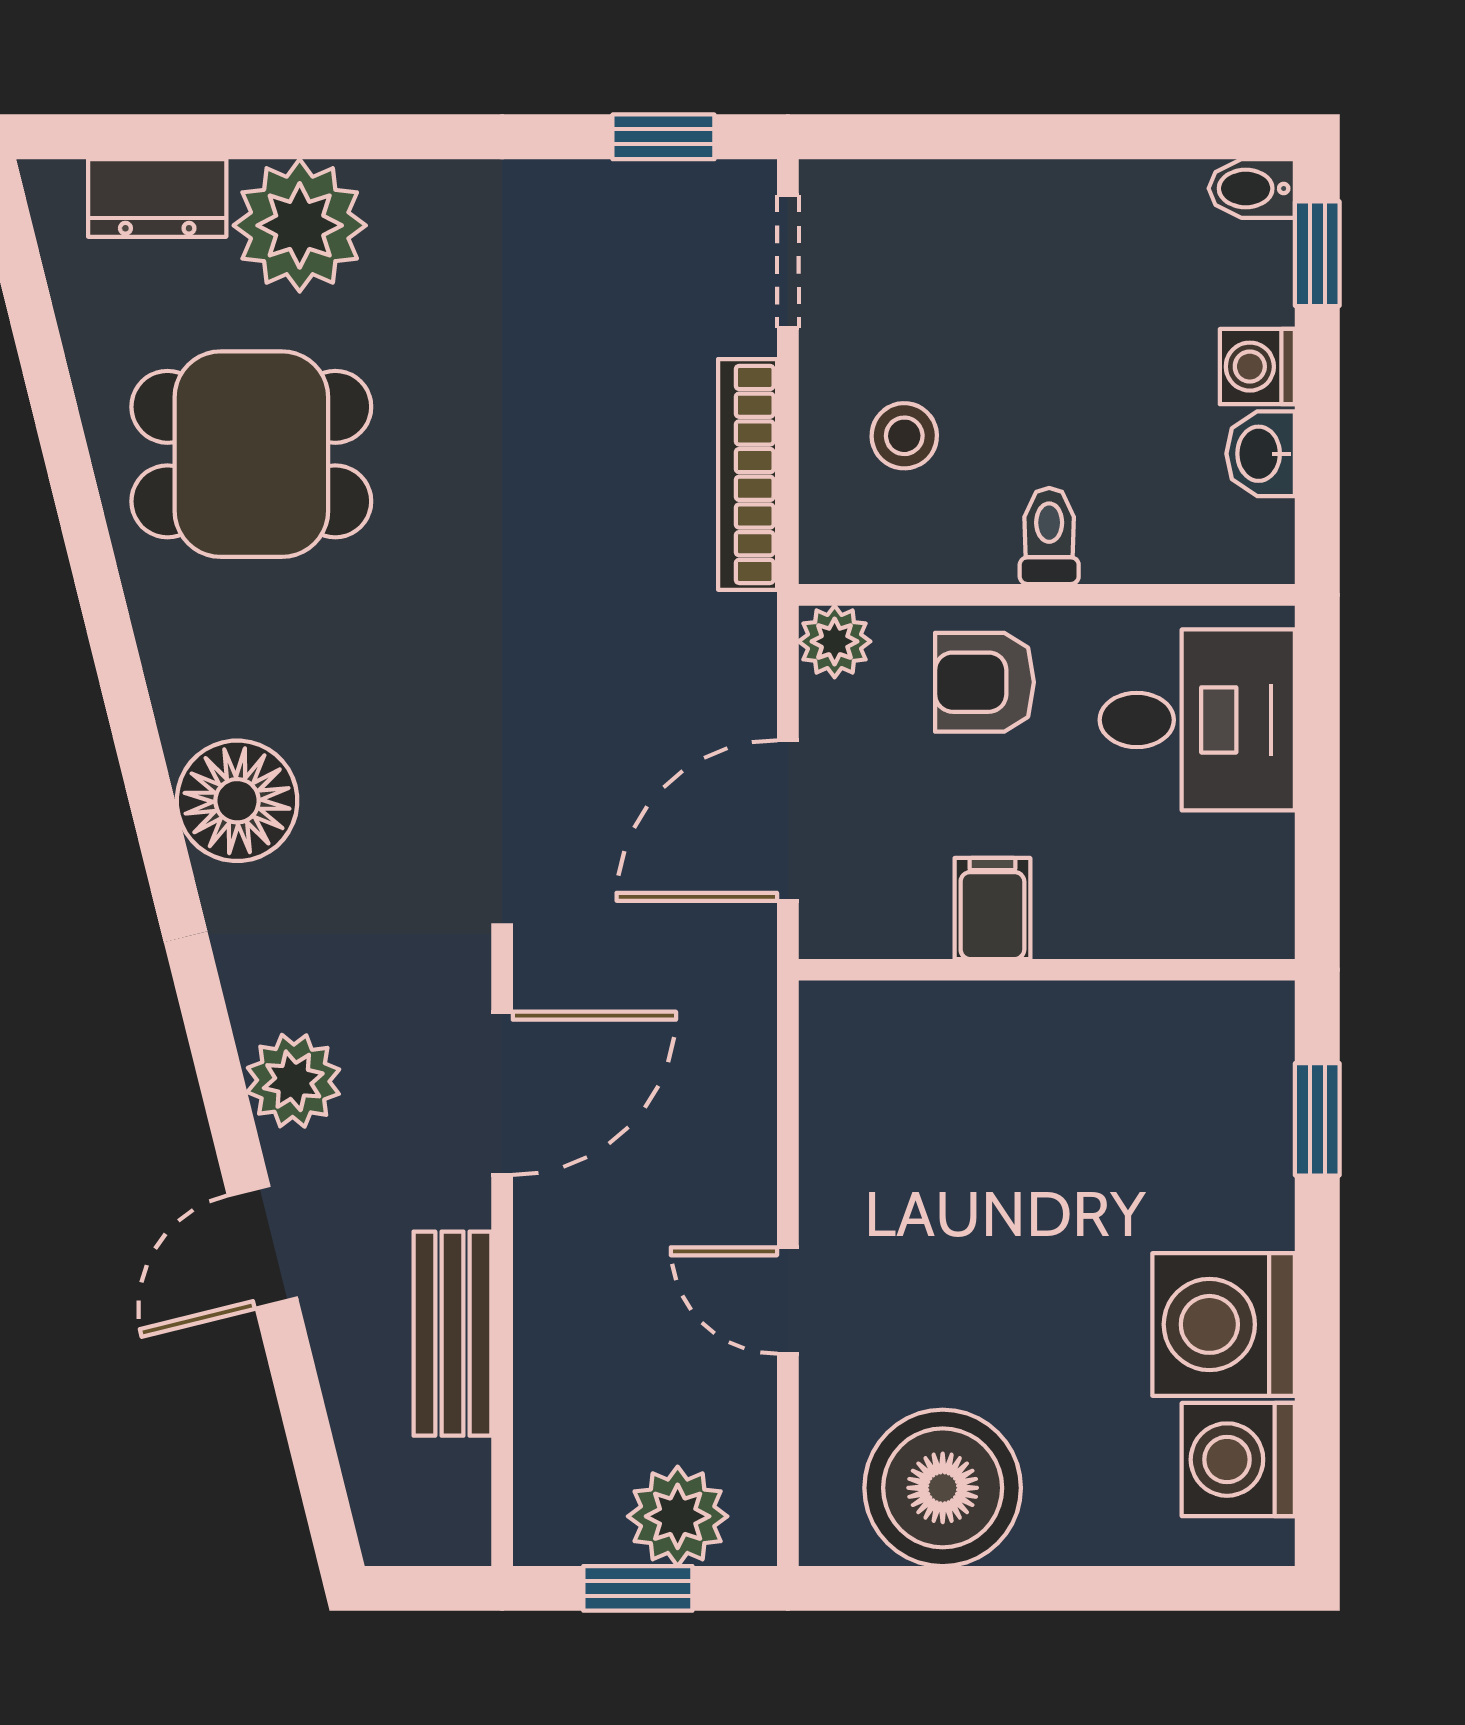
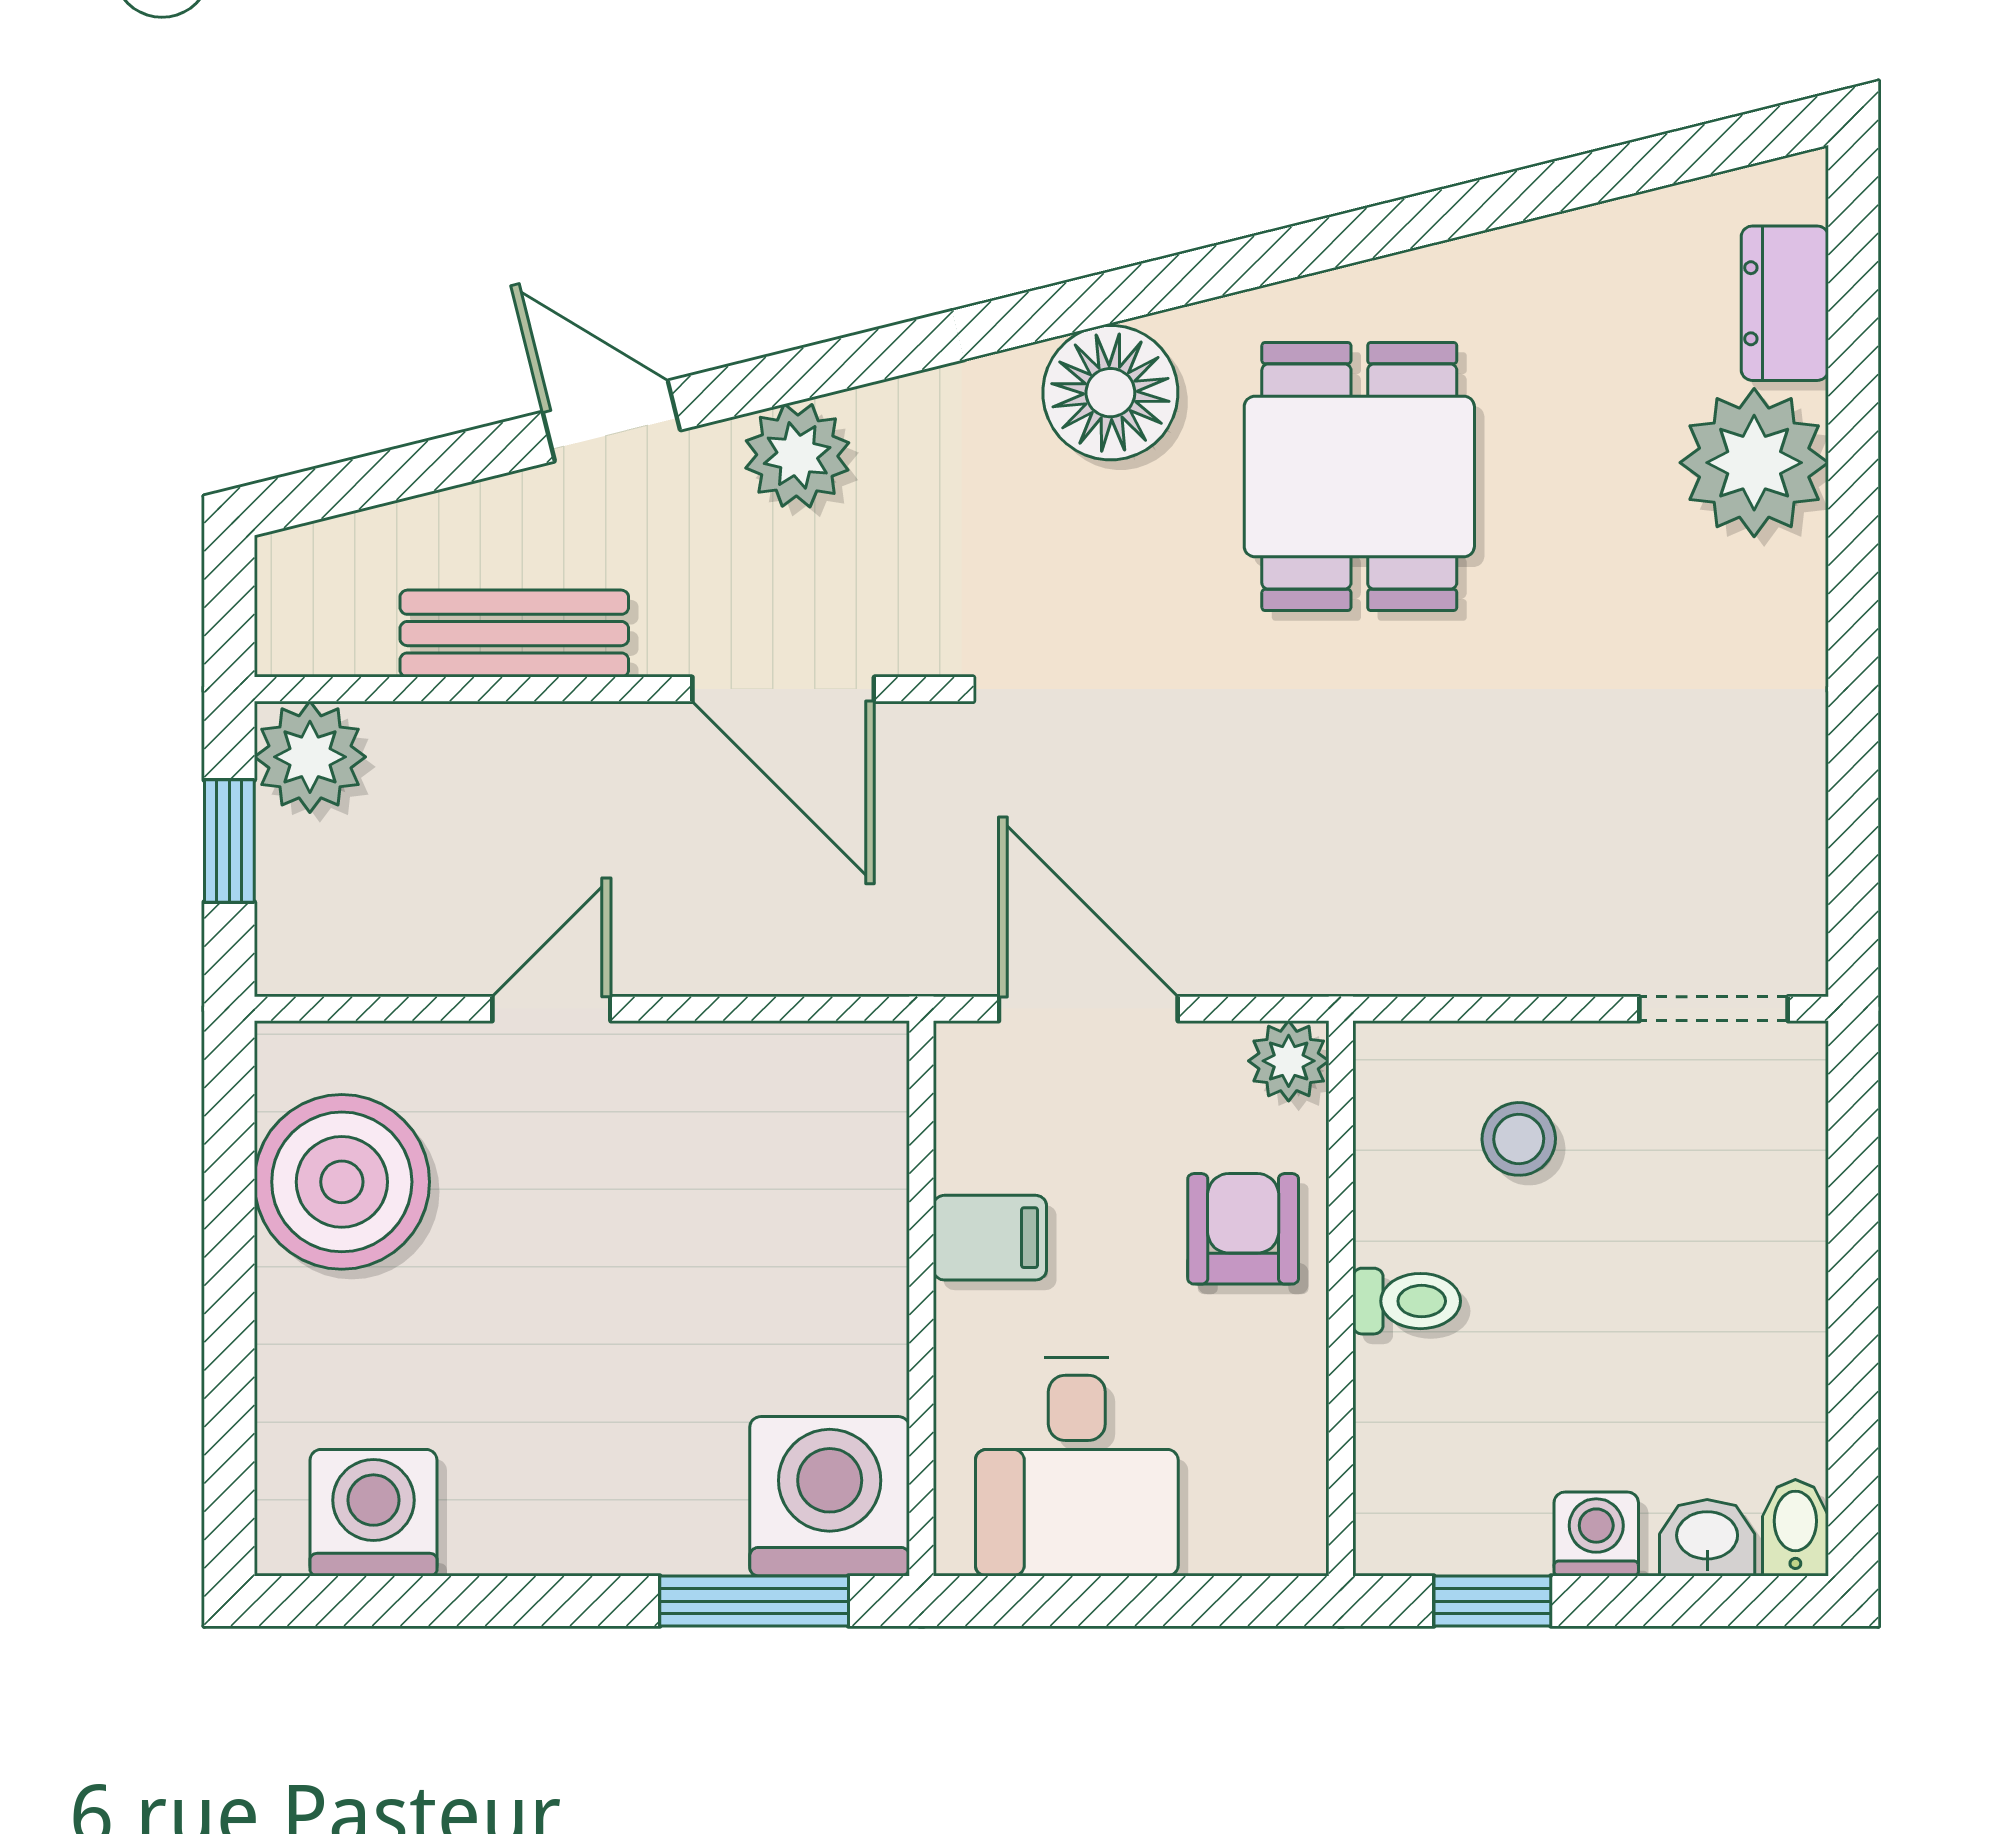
window: (663, 137) -> (1853, 870), removed
window: (1317, 254) -> (1492, 1601), moved
dining table: (251, 454) -> (1359, 477), moved
washbasin: (1261, 454) -> (1707, 1538), moved
bookcase: (748, 474) -> (1476, 964), removed
desk: (1197, 720) -> (1077, 1467), moved
window: (1317, 1119) -> (754, 1601), width x1.50
washing machine: (1224, 1324) -> (830, 1496), moved
plant: (678, 1516) -> (310, 757), moved

